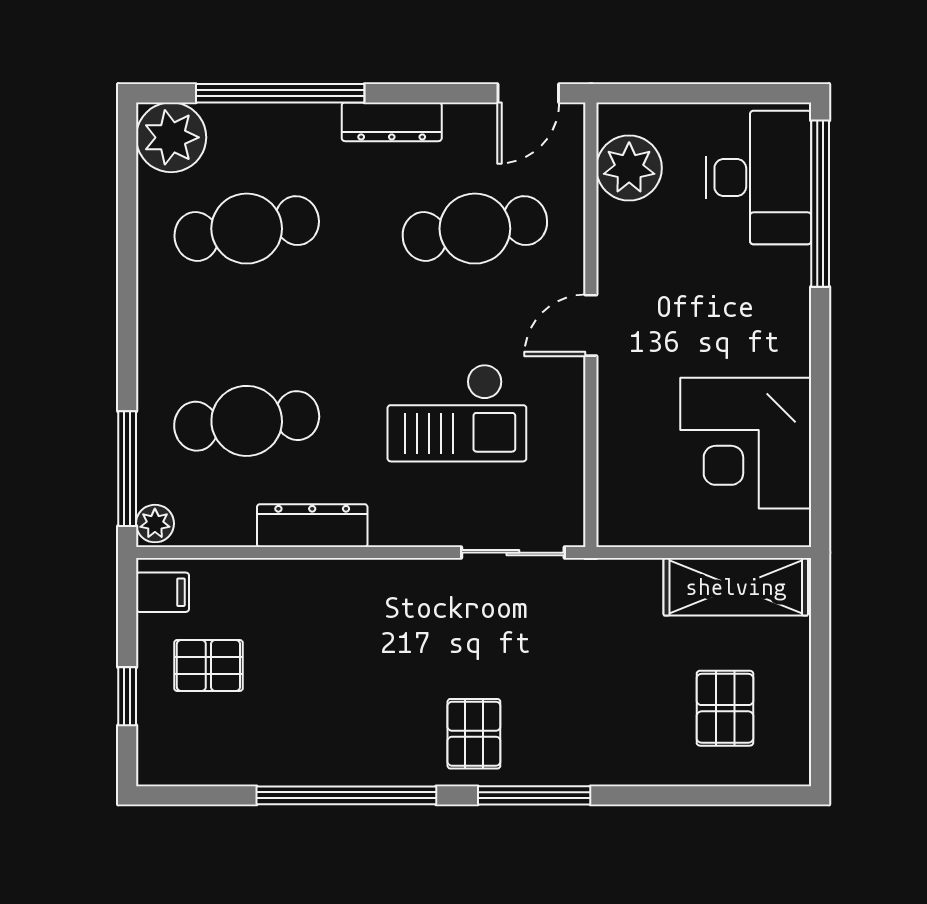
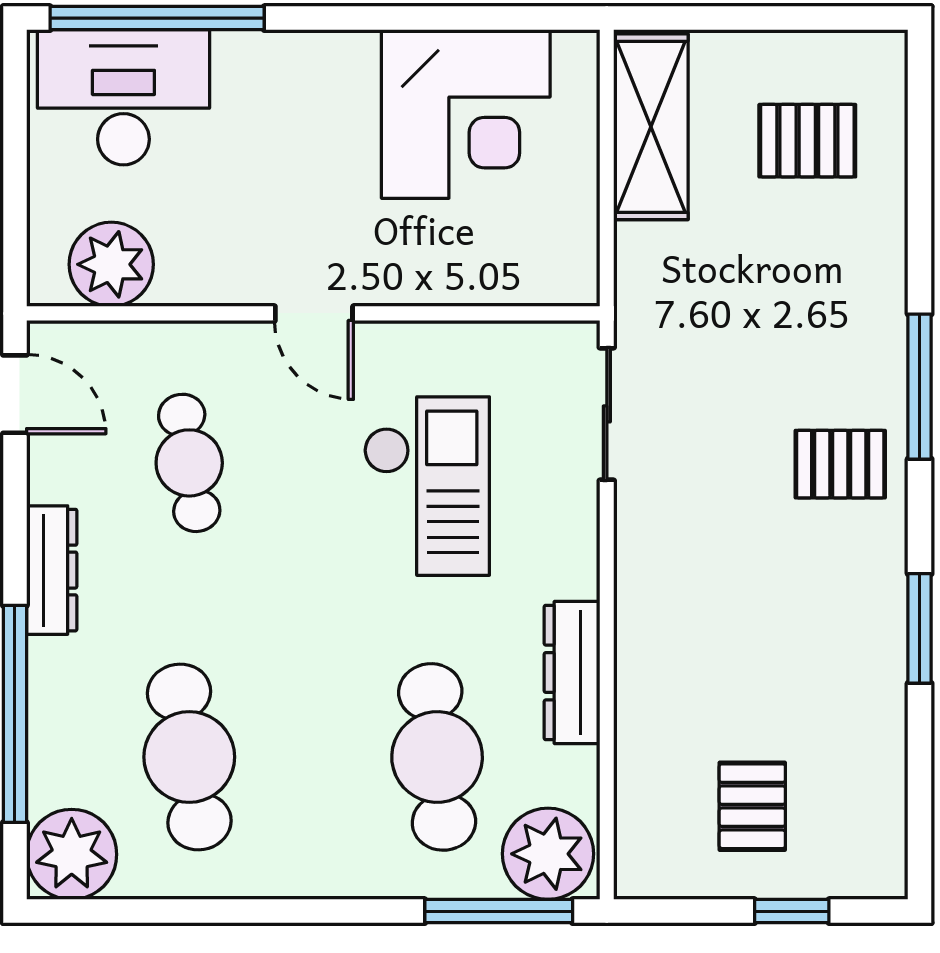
cafe table: (475, 229) -> (189, 463), width x0.73, depth x0.74
plant: (155, 524) -> (548, 854), width x1.88, depth x1.88
filing cabinet: (162, 592) -> (658, 865), removed
window: (346, 795) -> (920, 628), width x0.47

